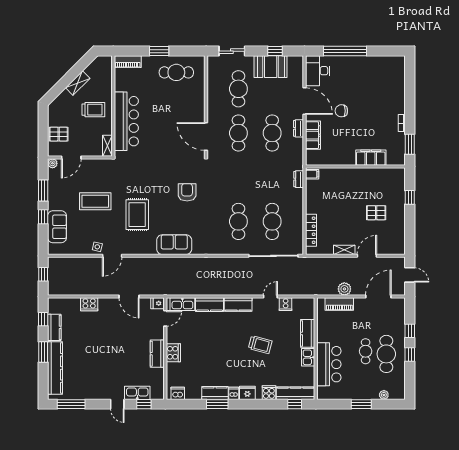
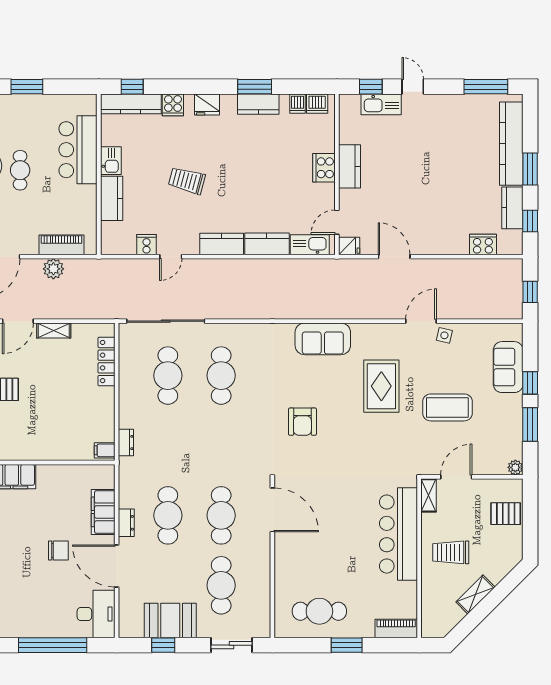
door: (71, 157) -> (456, 477), moved
cooker: (89, 304) -> (483, 245), moved
dishwasher: (234, 393) -> (297, 104), moved

